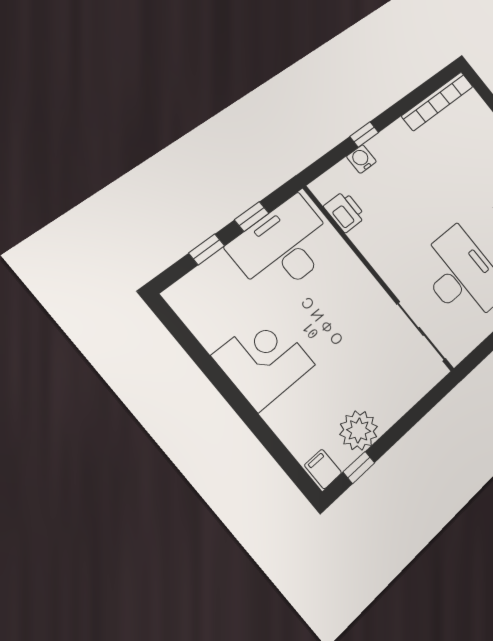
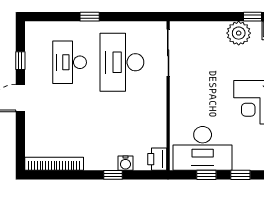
printer: (345, 212) -> (157, 159), moved

